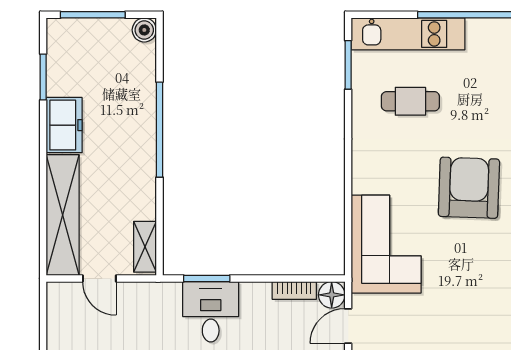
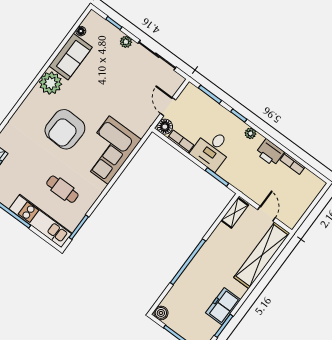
freezer: (64, 125) -> (223, 306), moved
corner sofa: (386, 244) -> (109, 150), moved
desk: (211, 312) -> (212, 149), moved
door: (348, 326) -> (168, 107), swing flipped

